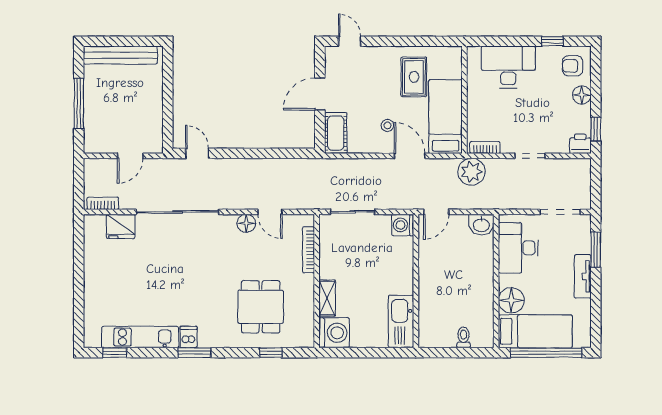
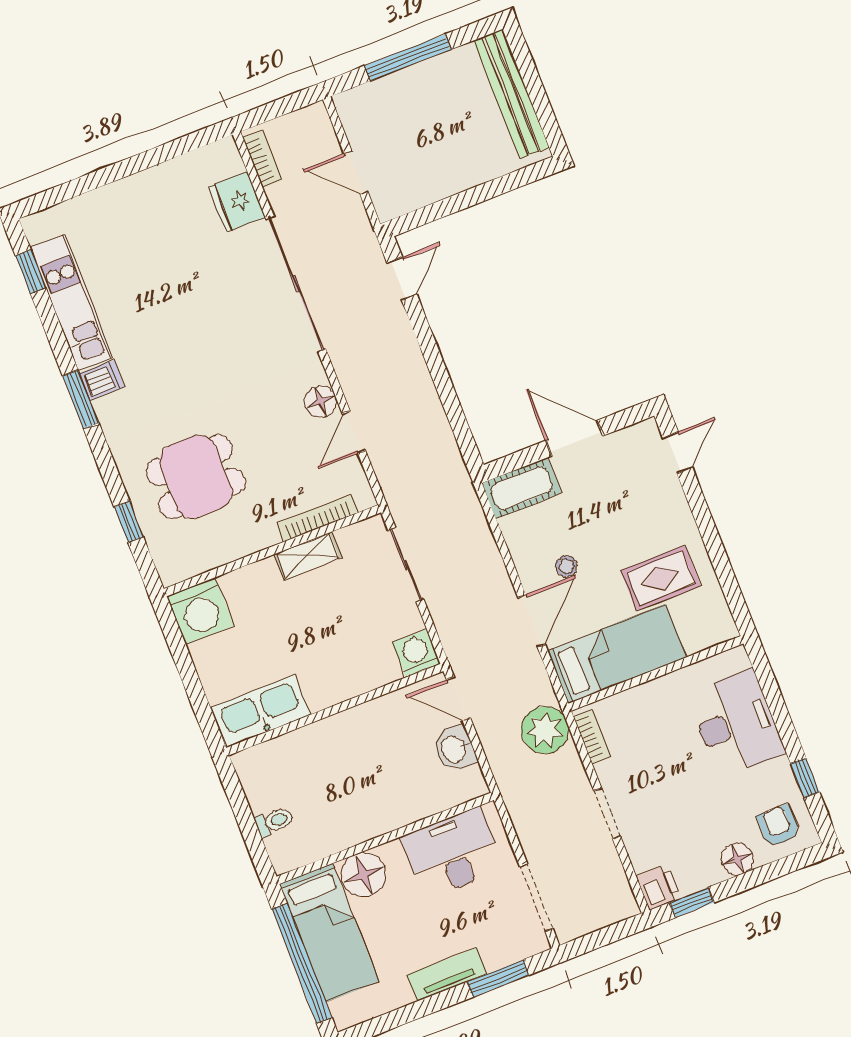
washbasin: (481, 225) -> (454, 749), moved
shelving: (327, 298) -> (308, 556), moved

